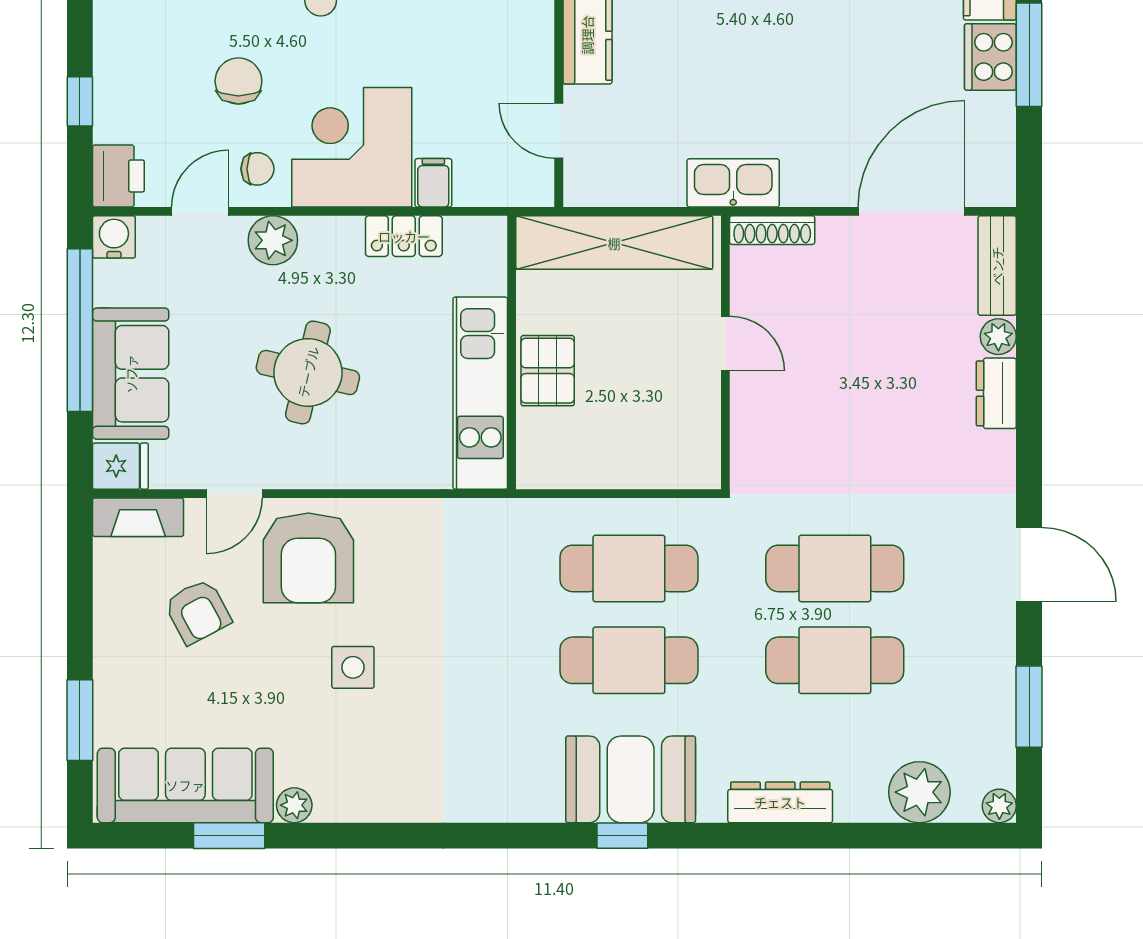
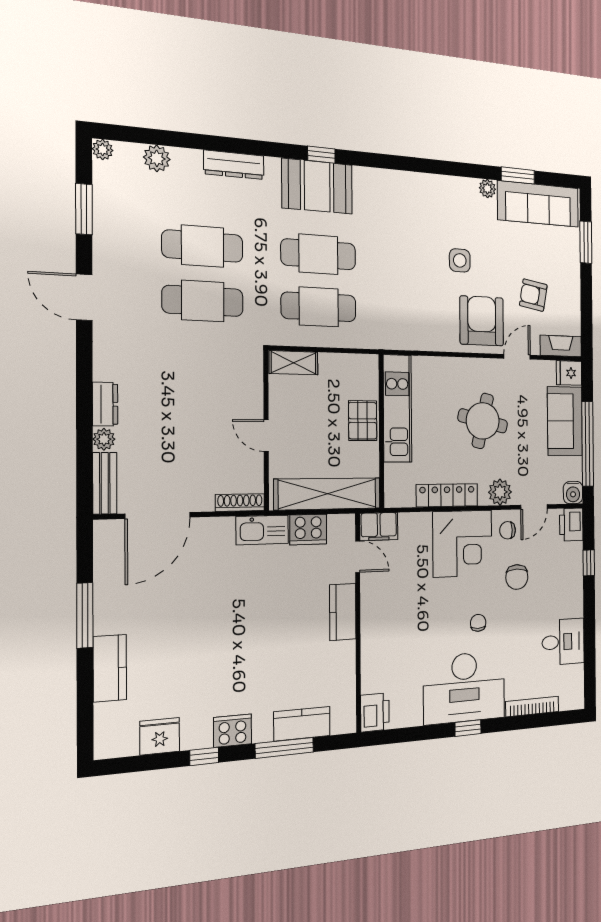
cooker: (990, 57) -> (308, 529), moved, turned 90
filing cabinet: (433, 183) -> (379, 527), moved, width x2.00
locker: (404, 236) -> (447, 495), width x1.53
shelving: (676, 470) -> (294, 363), added
armchair: (198, 611) -> (533, 295), turned -52
plant: (919, 792) -> (157, 158), width x0.73, depth x0.73

